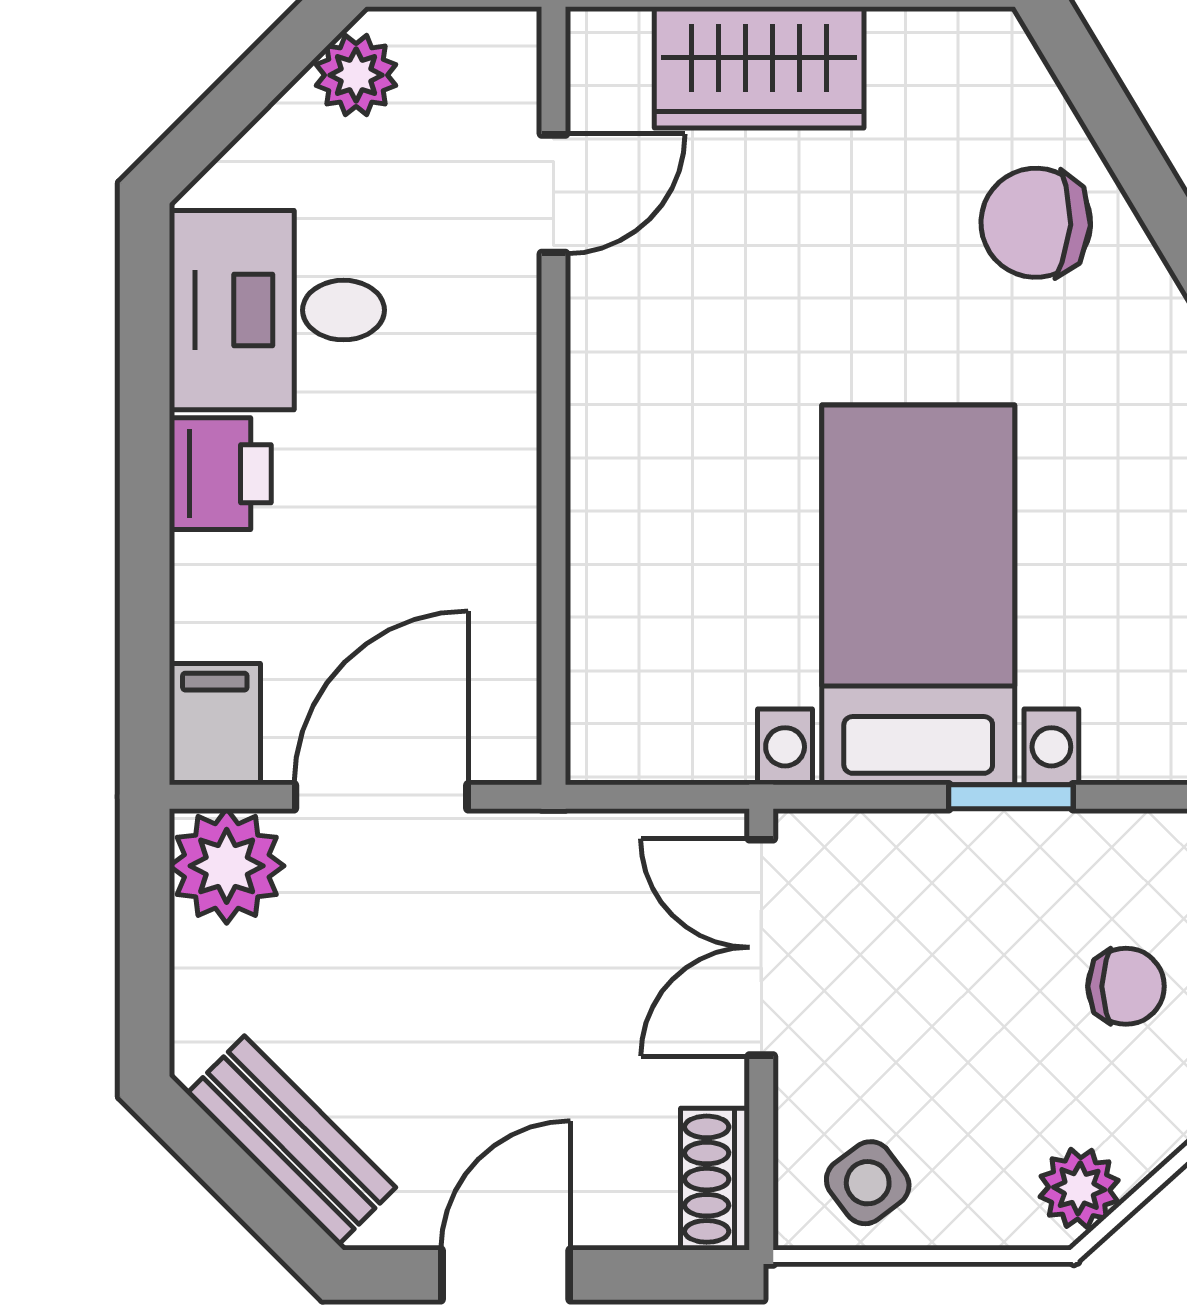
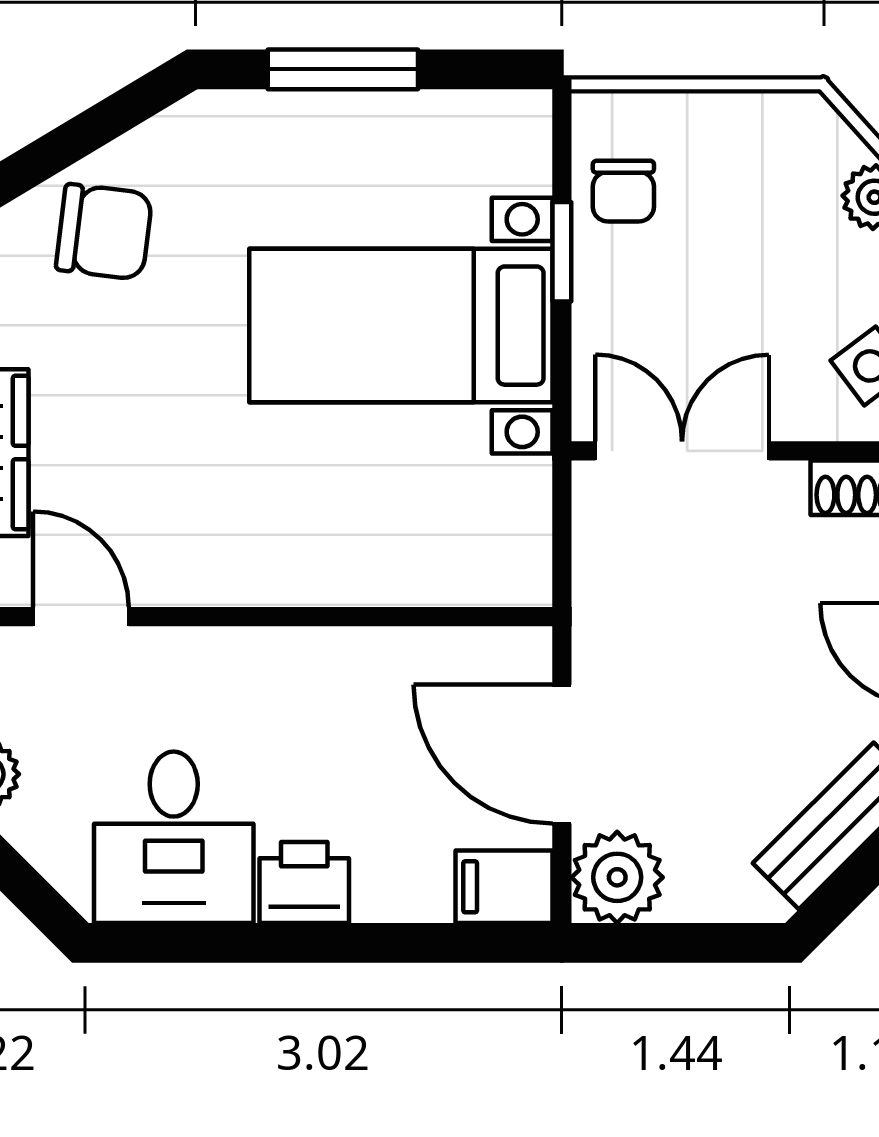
chair: (1036, 223) -> (104, 232), turned -86
double door: (761, 947) -> (682, 451), swing flipped
chair: (1126, 986) -> (623, 191), moved, turned 180

